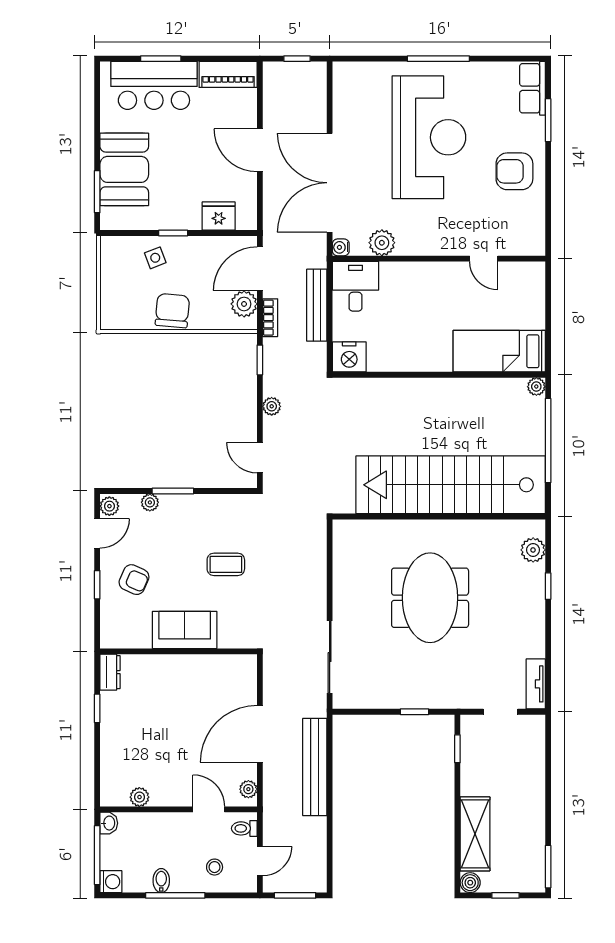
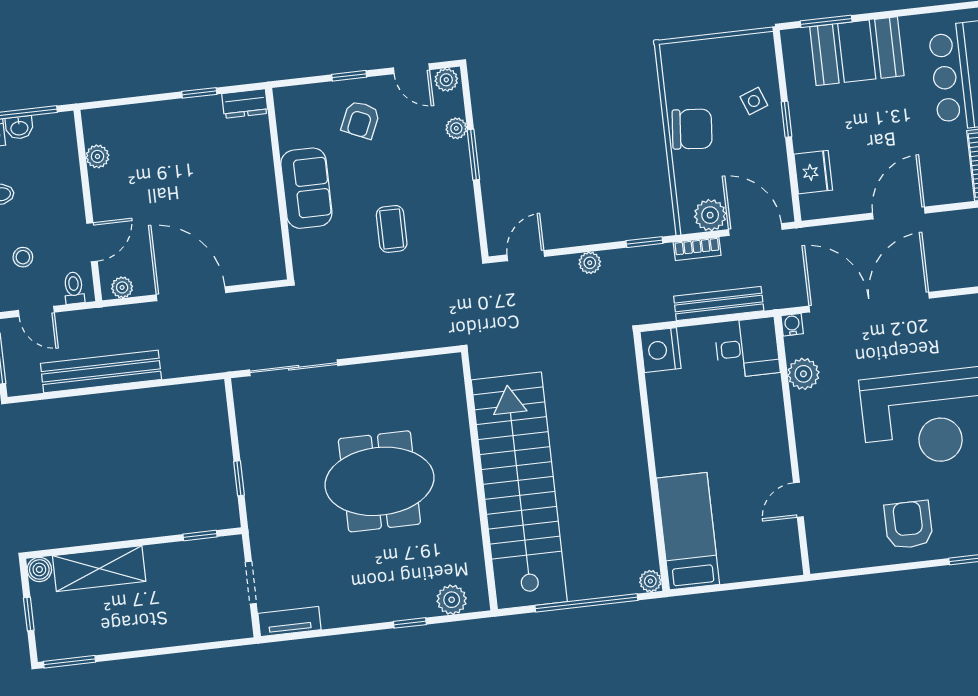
bench: (315, 767) -> (101, 371), moved
washbasin: (109, 823) -> (19, 128), moved

